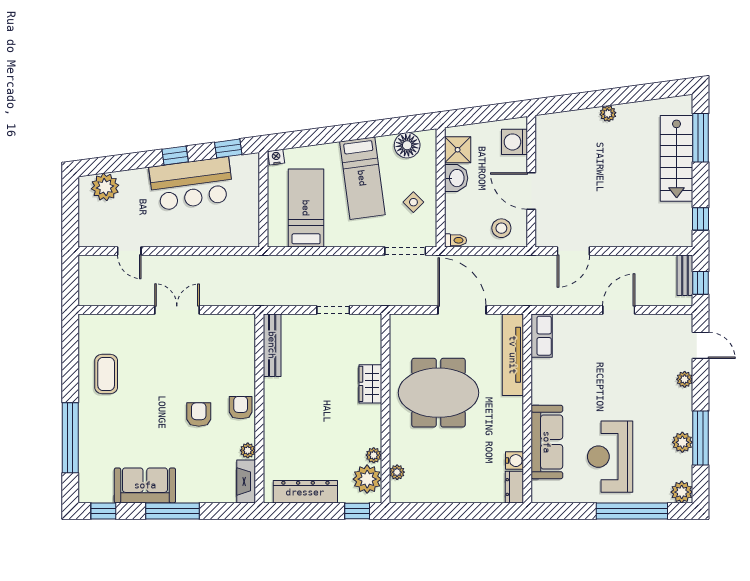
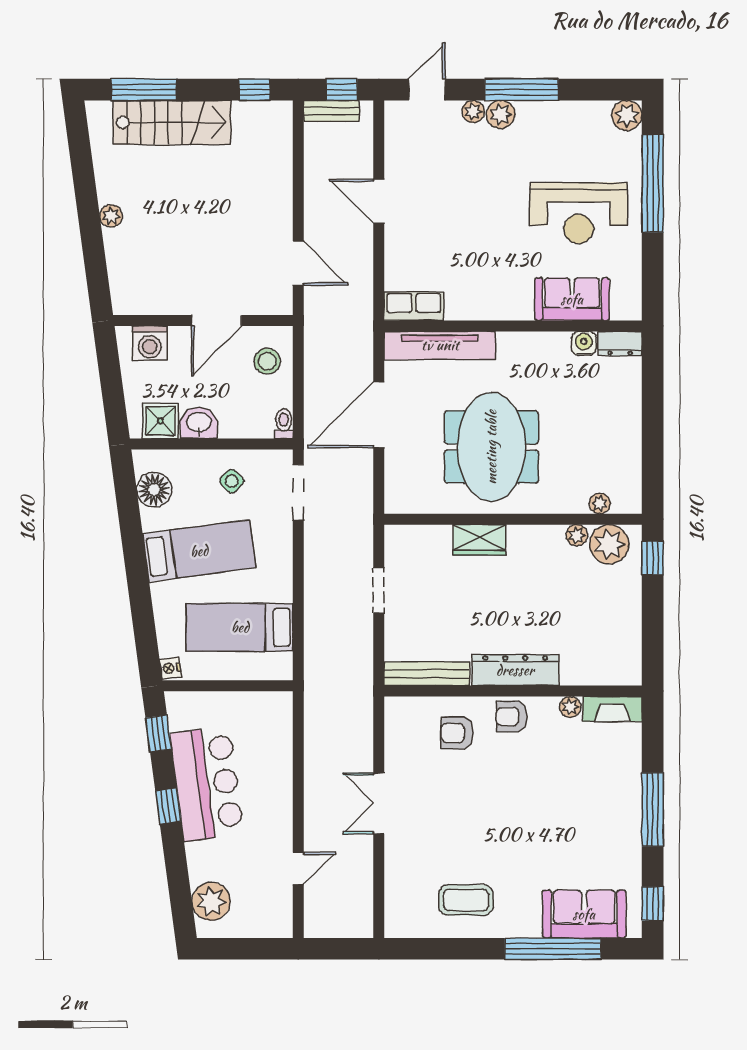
armchair: (199, 415) -> (457, 733), moved
window: (701, 438) -> (522, 90), moved
sofa: (547, 442) -> (572, 299), width x0.73
plant: (682, 442) -> (501, 114), moved
sofa: (145, 485) -> (584, 914), moved, turned 90
dresser: (305, 492) -> (515, 670), moved, turned 90

